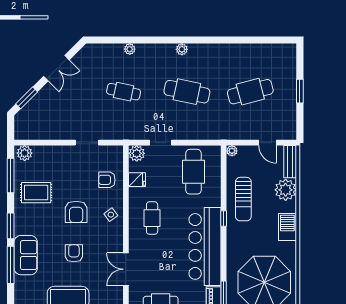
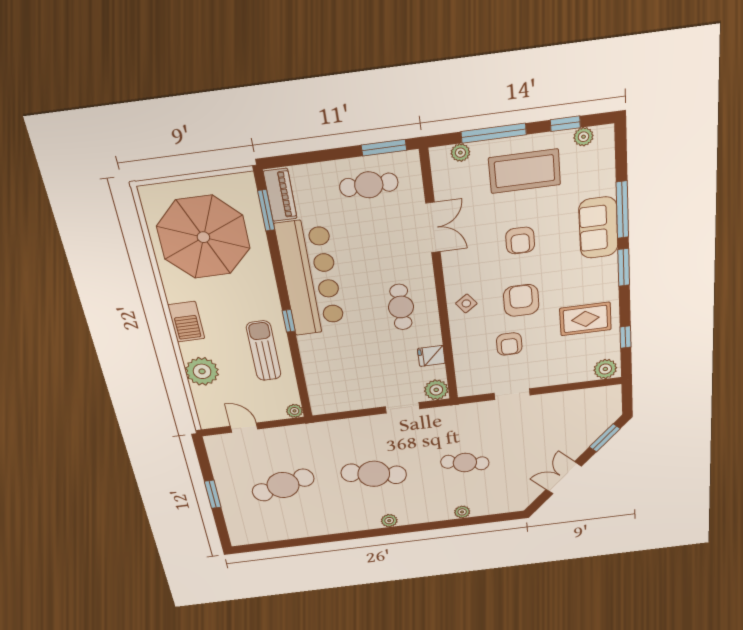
bench: (290, 162) -> (204, 408), removed
cafe table: (194, 172) -> (347, 377), removed
window: (11, 175) -> (626, 337), width x0.46
armchair: (107, 180) -> (509, 344), moved, turned 90

